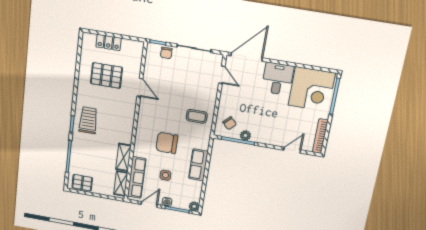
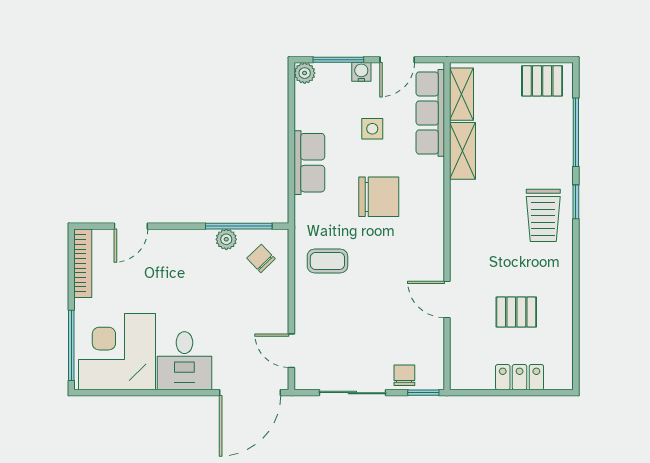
pallet: (106, 75) -> (516, 312), width x0.67, depth x0.71

